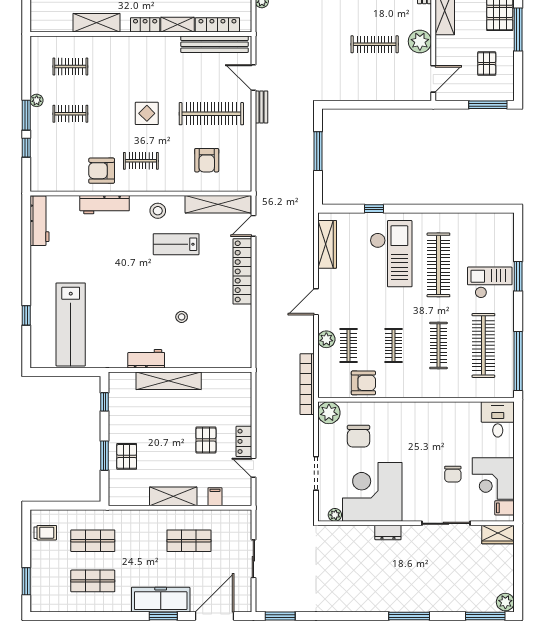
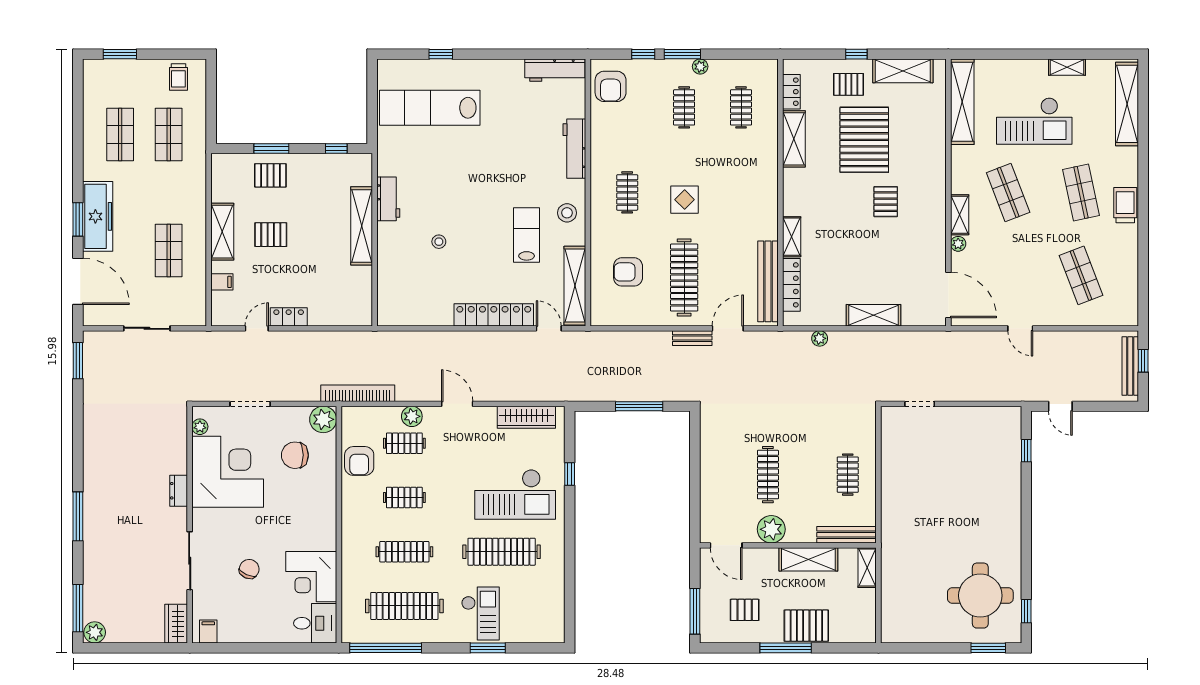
locker: (145, 25) -> (791, 92), moved
armchair: (102, 171) -> (611, 86), moved, turned 180
pallet: (206, 440) -> (271, 235), moved
chair: (453, 474) -> (249, 569), turned 114
corner desk: (493, 479) -> (311, 577), moved, turned -90

